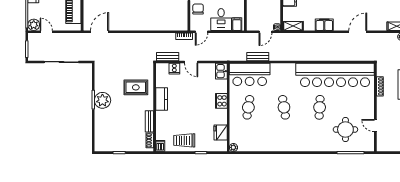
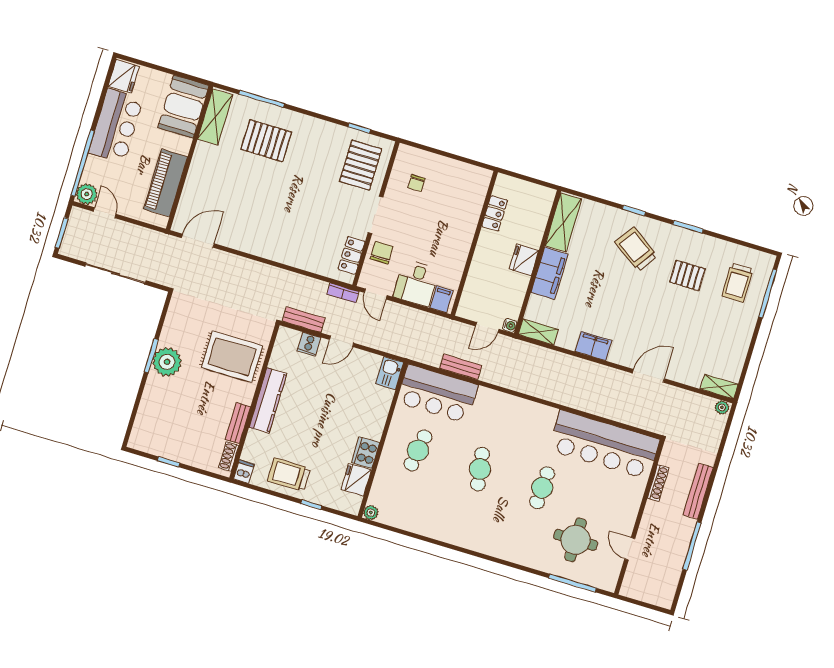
locker: (183, 15) -> (352, 255), added
door: (202, 32) -> (376, 294), hinge flipped
door: (191, 62) -> (342, 341), hinge flipped
bar counter: (335, 75) -> (604, 445), width x0.73
rug: (136, 87) -> (232, 357), width x1.36, depth x1.43
kitchen counter: (162, 99) -> (268, 400), width x1.50
cooker: (221, 101) -> (366, 453), moved

